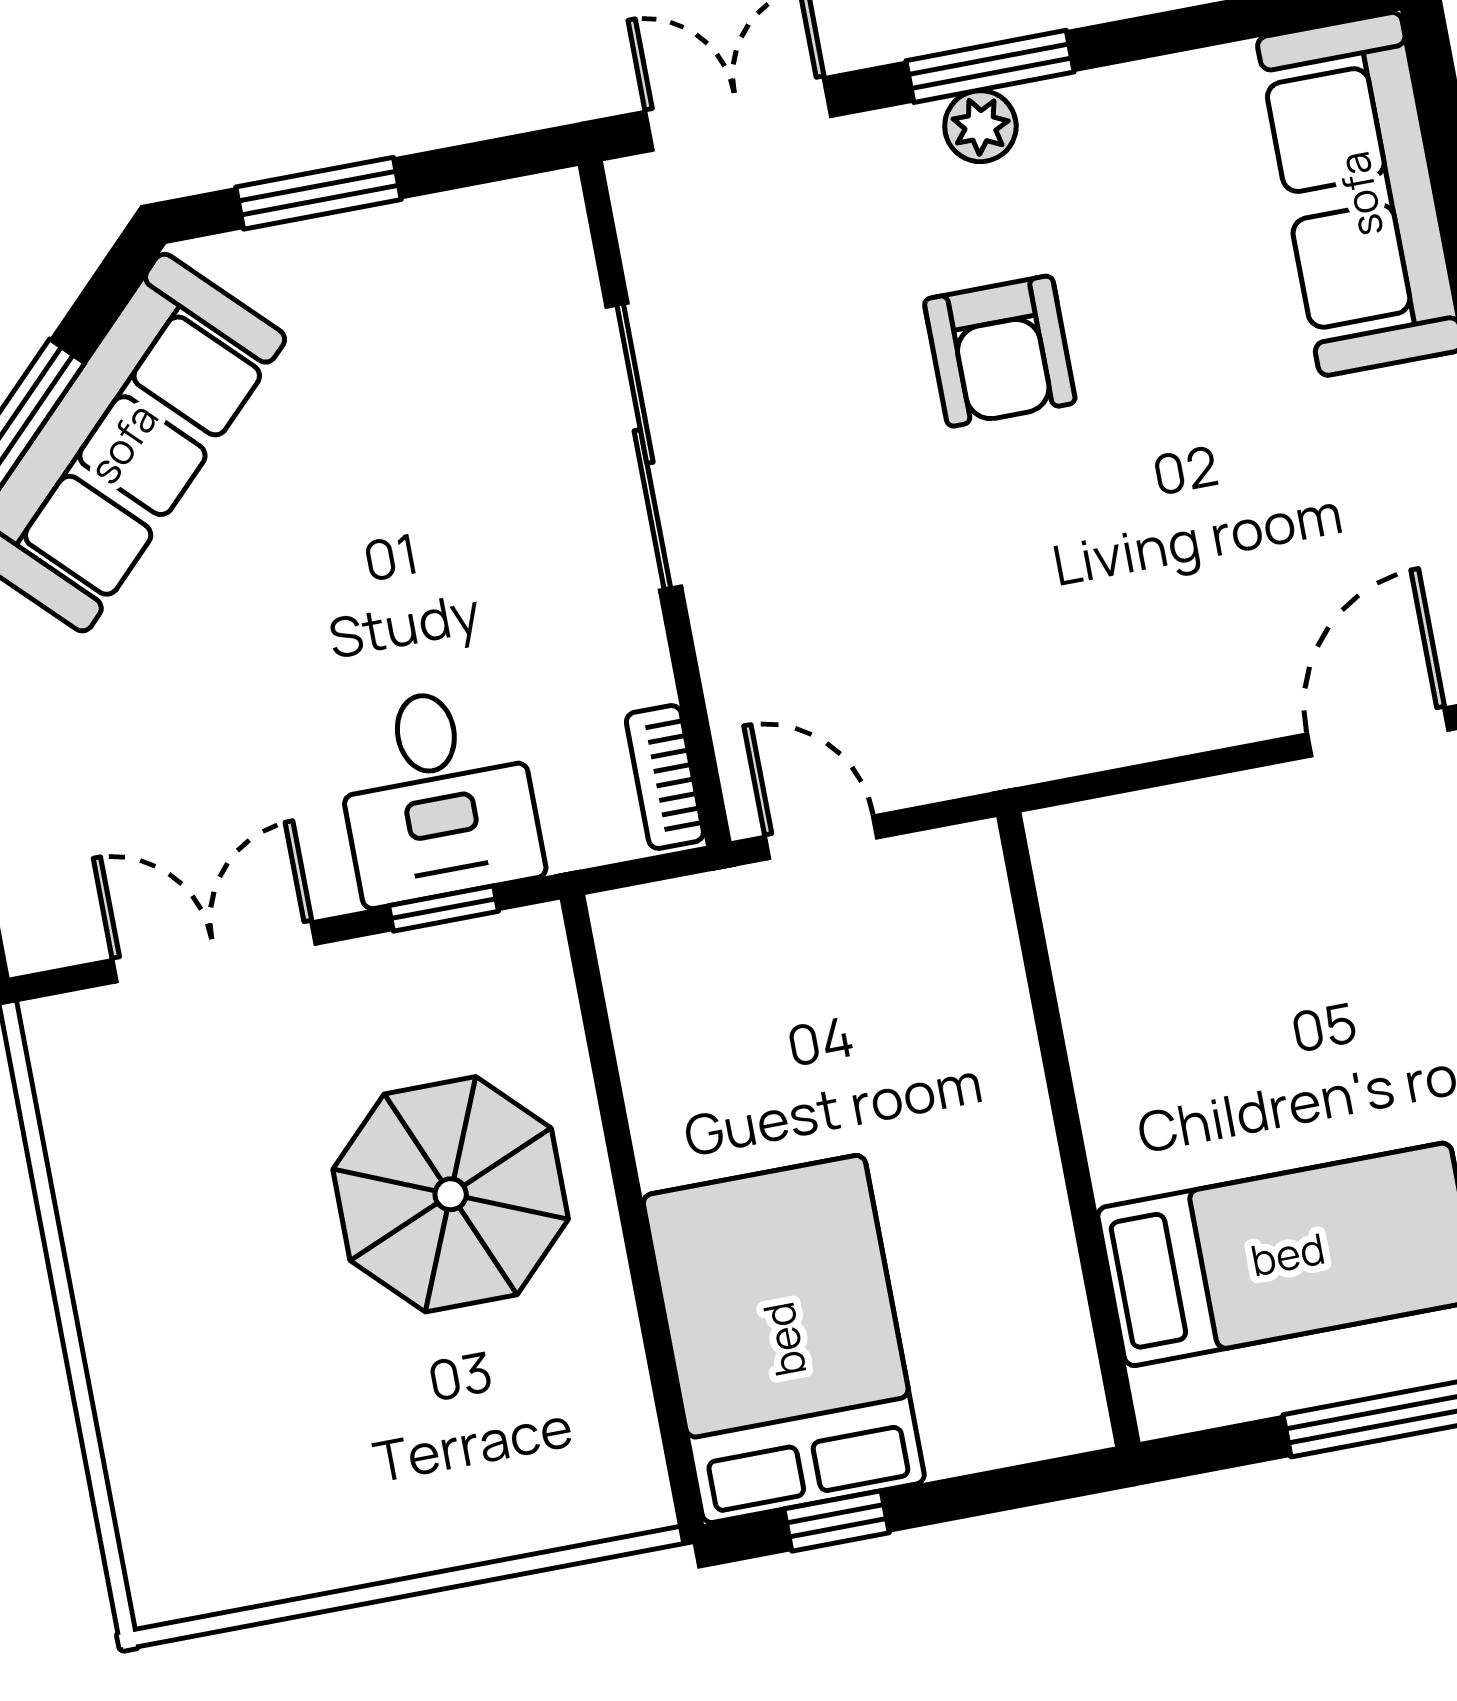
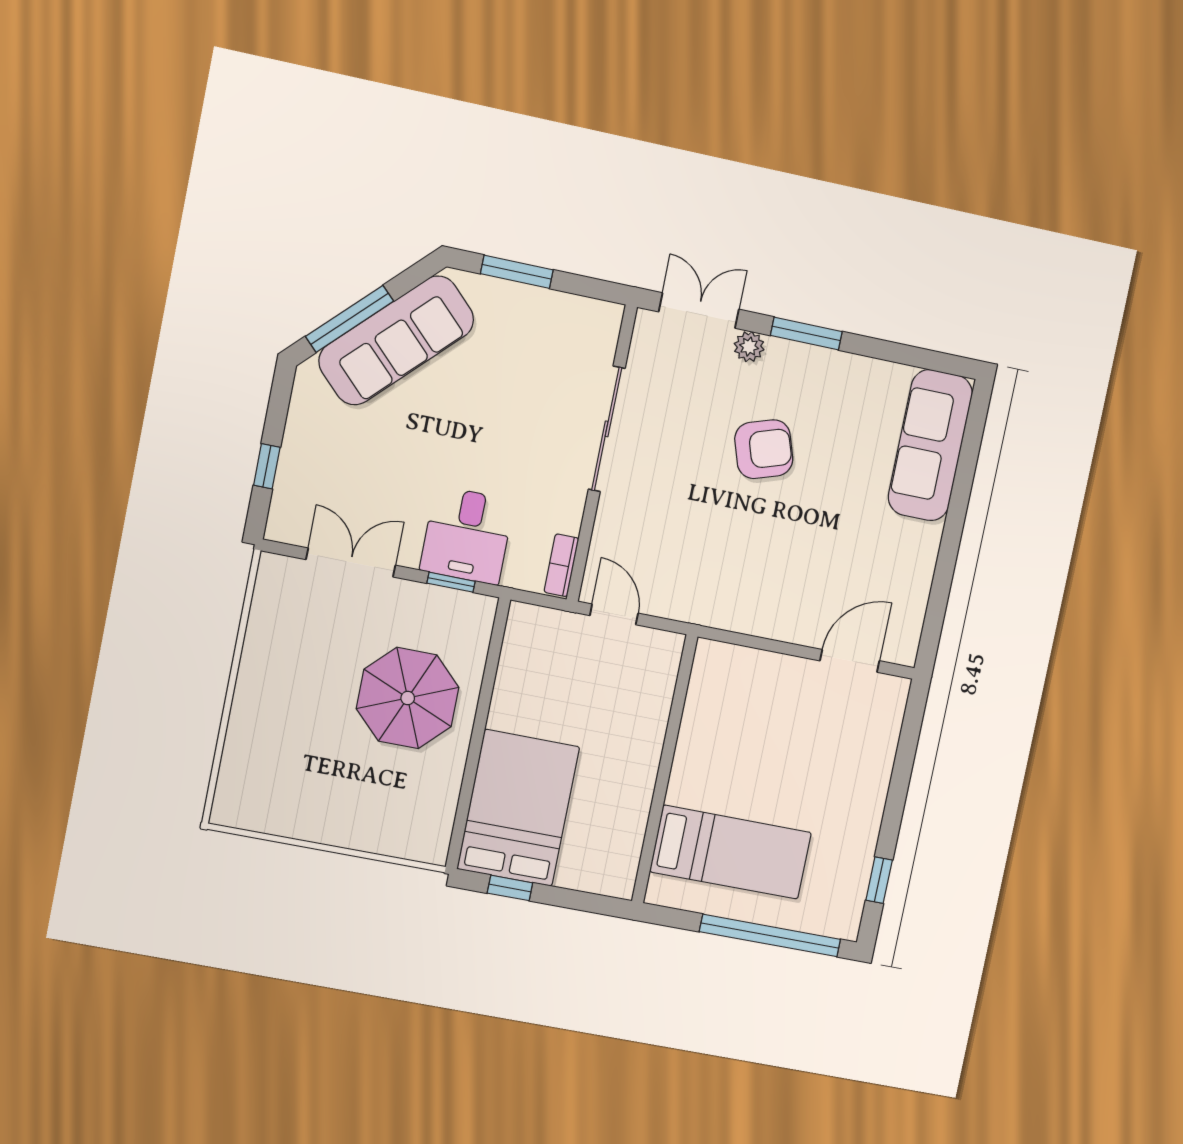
plant: (980, 126) -> (749, 347), moved
armchair: (1000, 351) -> (764, 449), turned -108

